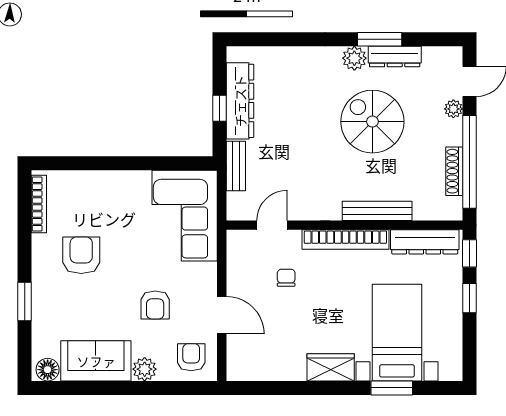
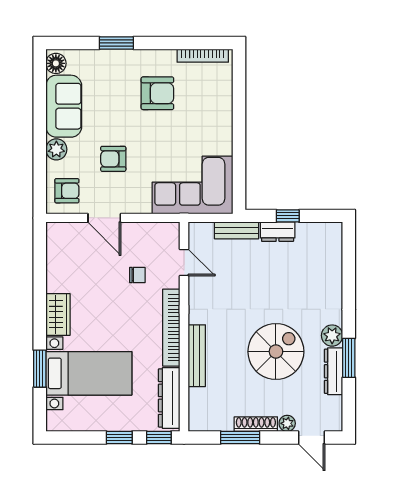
dresser: (240, 101) -> (278, 232), width x0.51, depth x0.80
window: (469, 162) -> (240, 438), width x0.47
shoe rack: (454, 171) -> (256, 424), moved
door: (222, 315) -> (104, 218), hinge flipped

